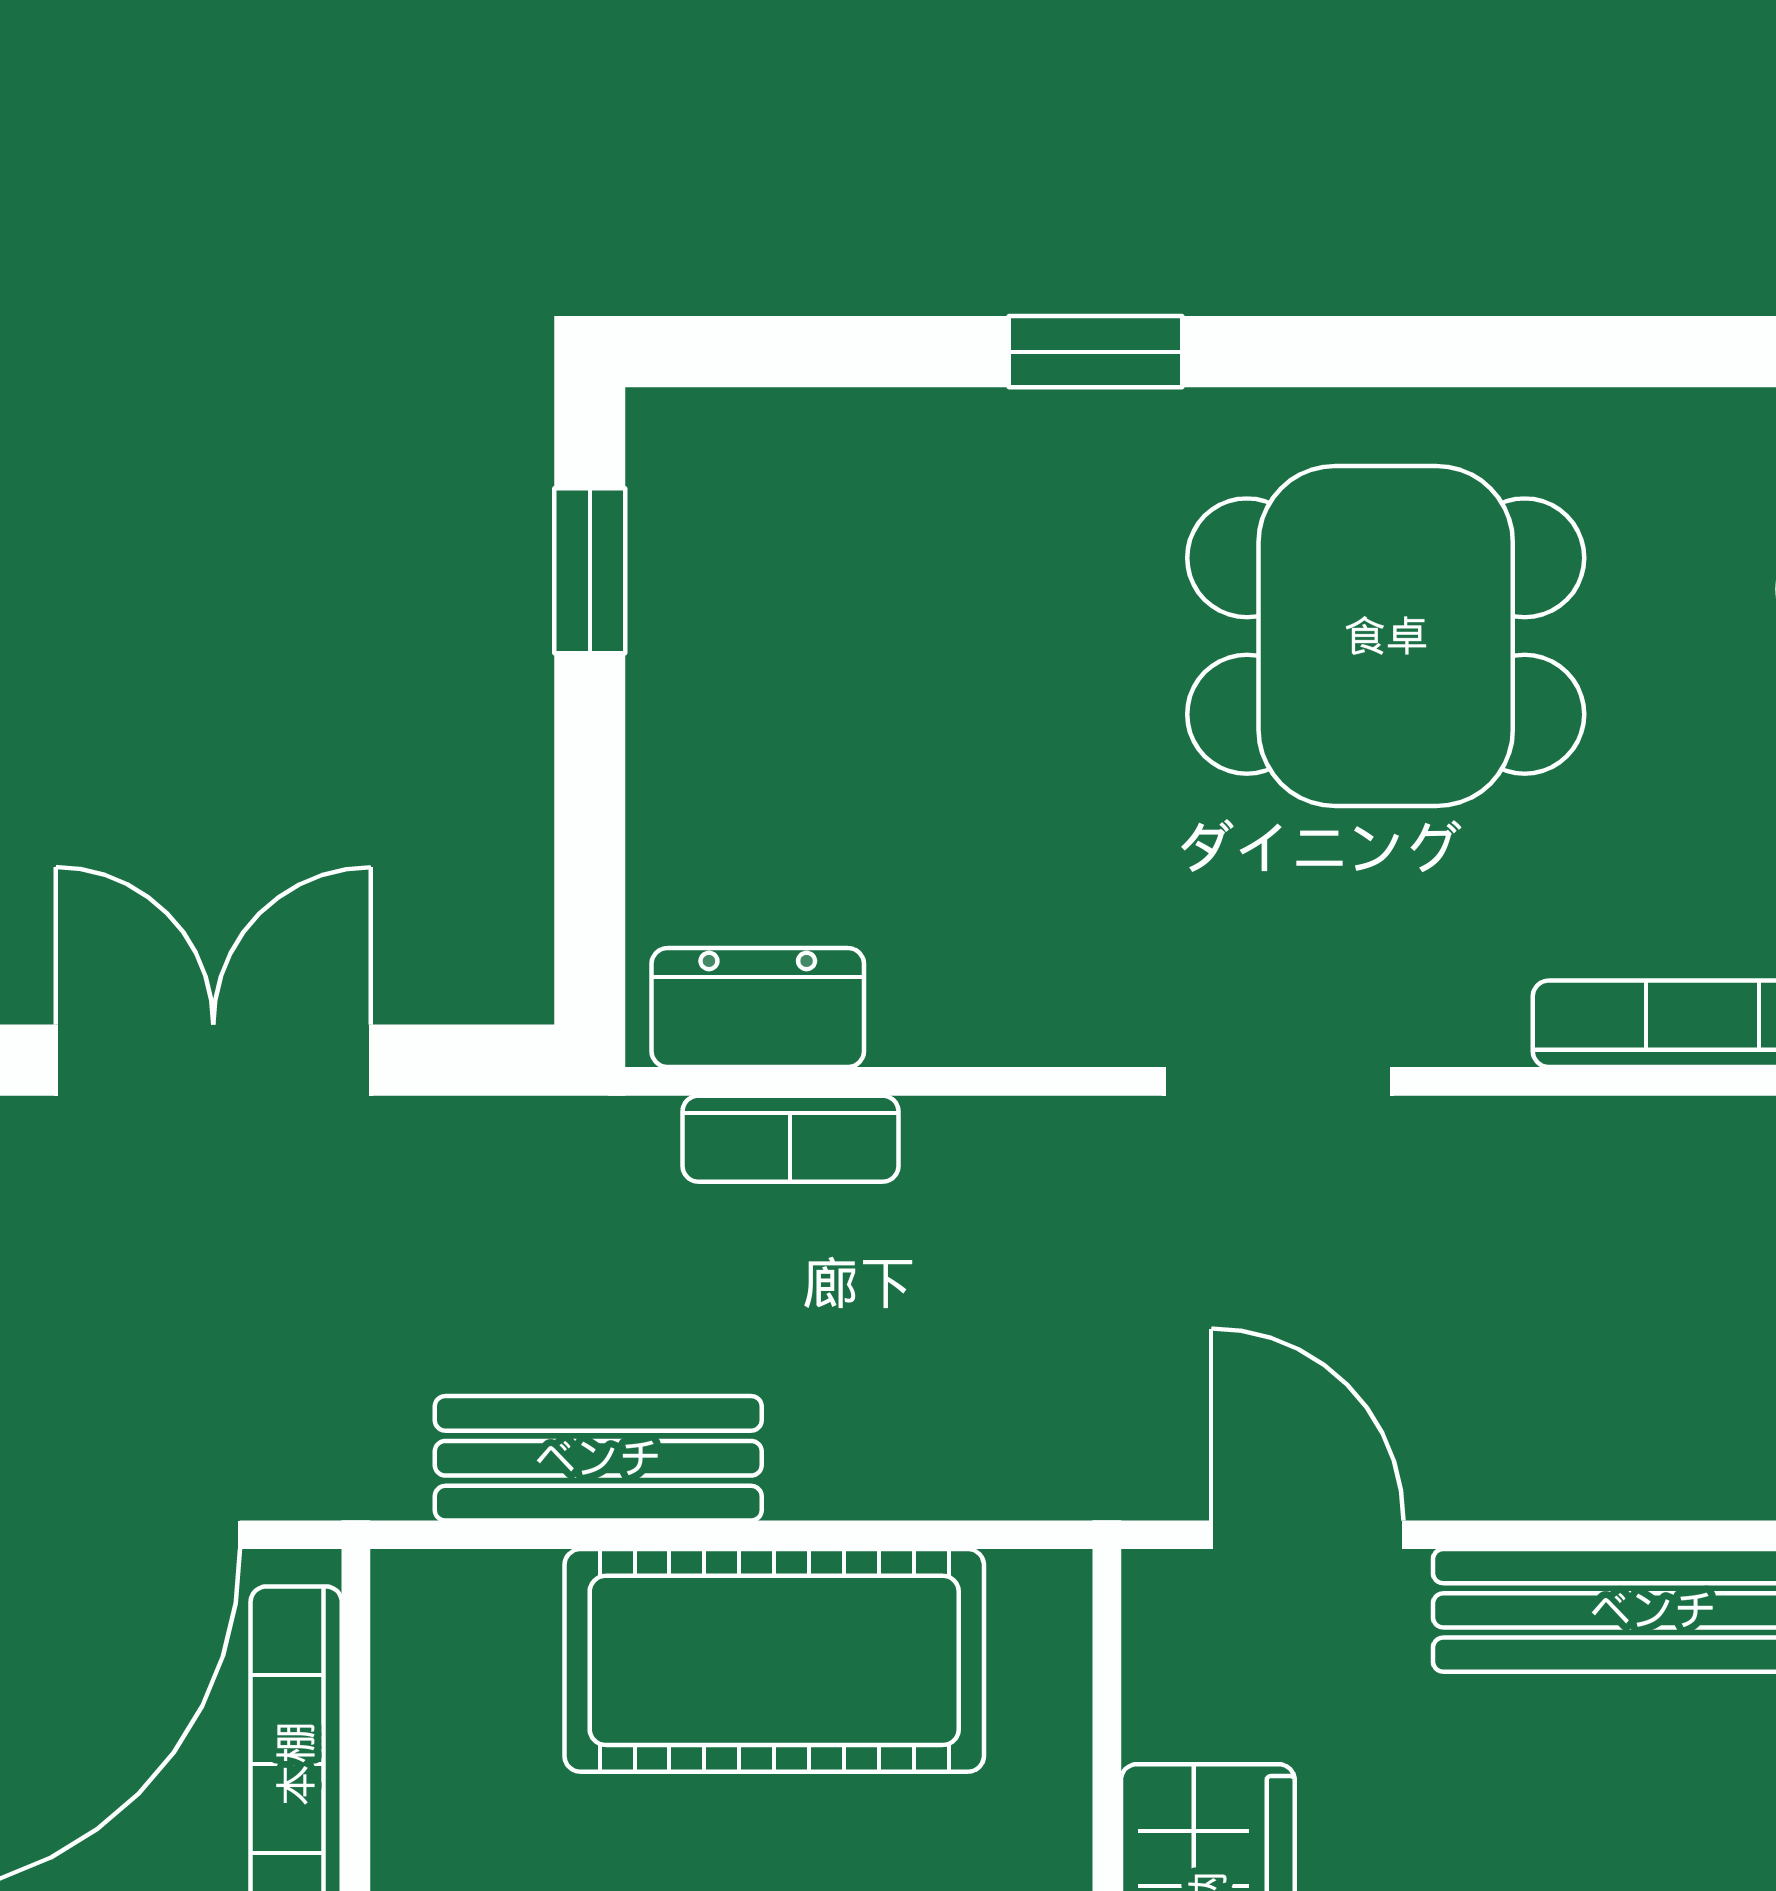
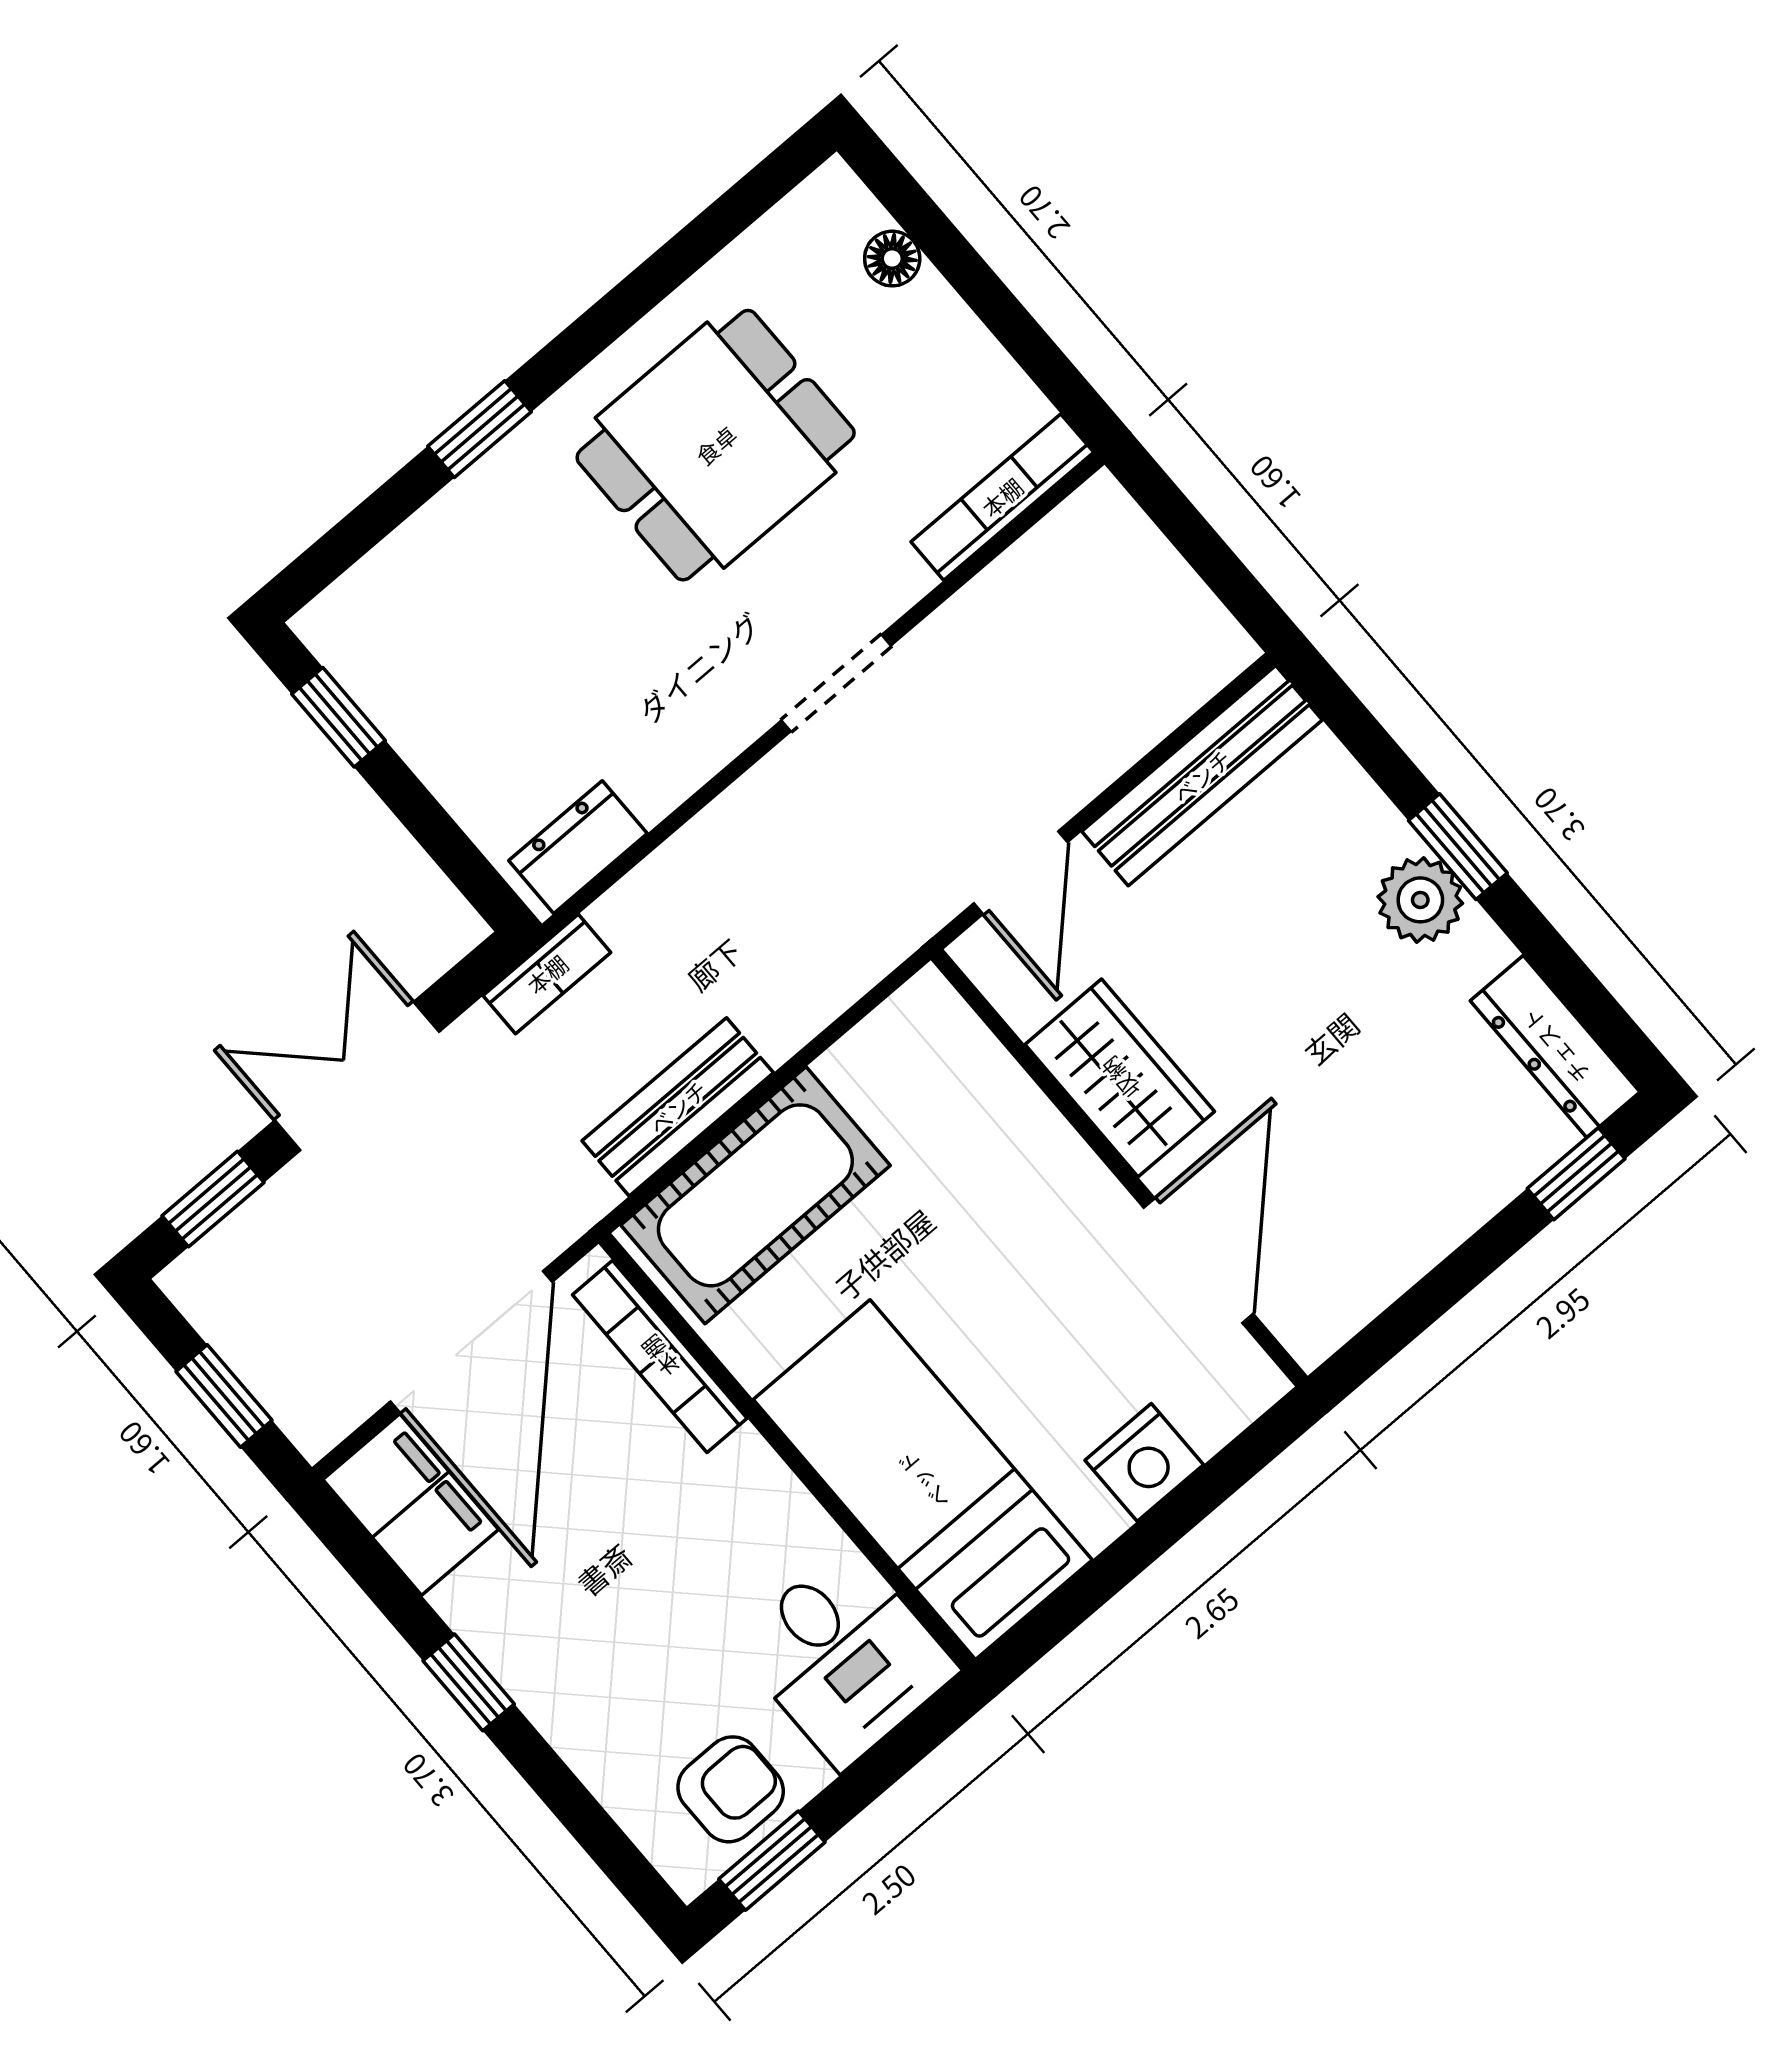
bookcase: (790, 1139) -> (547, 974), moved
door: (1307, 1535) -> (1021, 873), swing flipped
cot: (774, 1660) -> (755, 1195), moved

